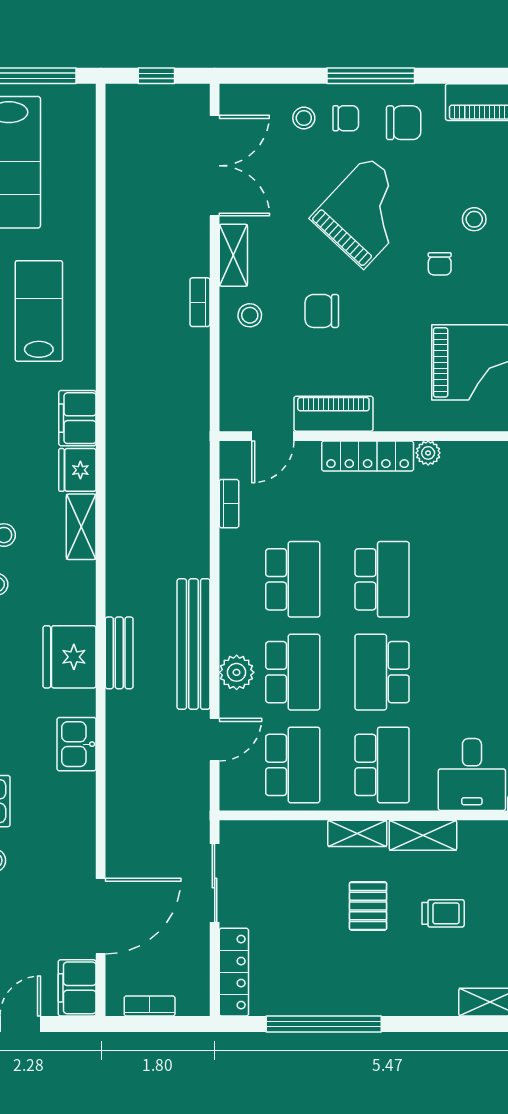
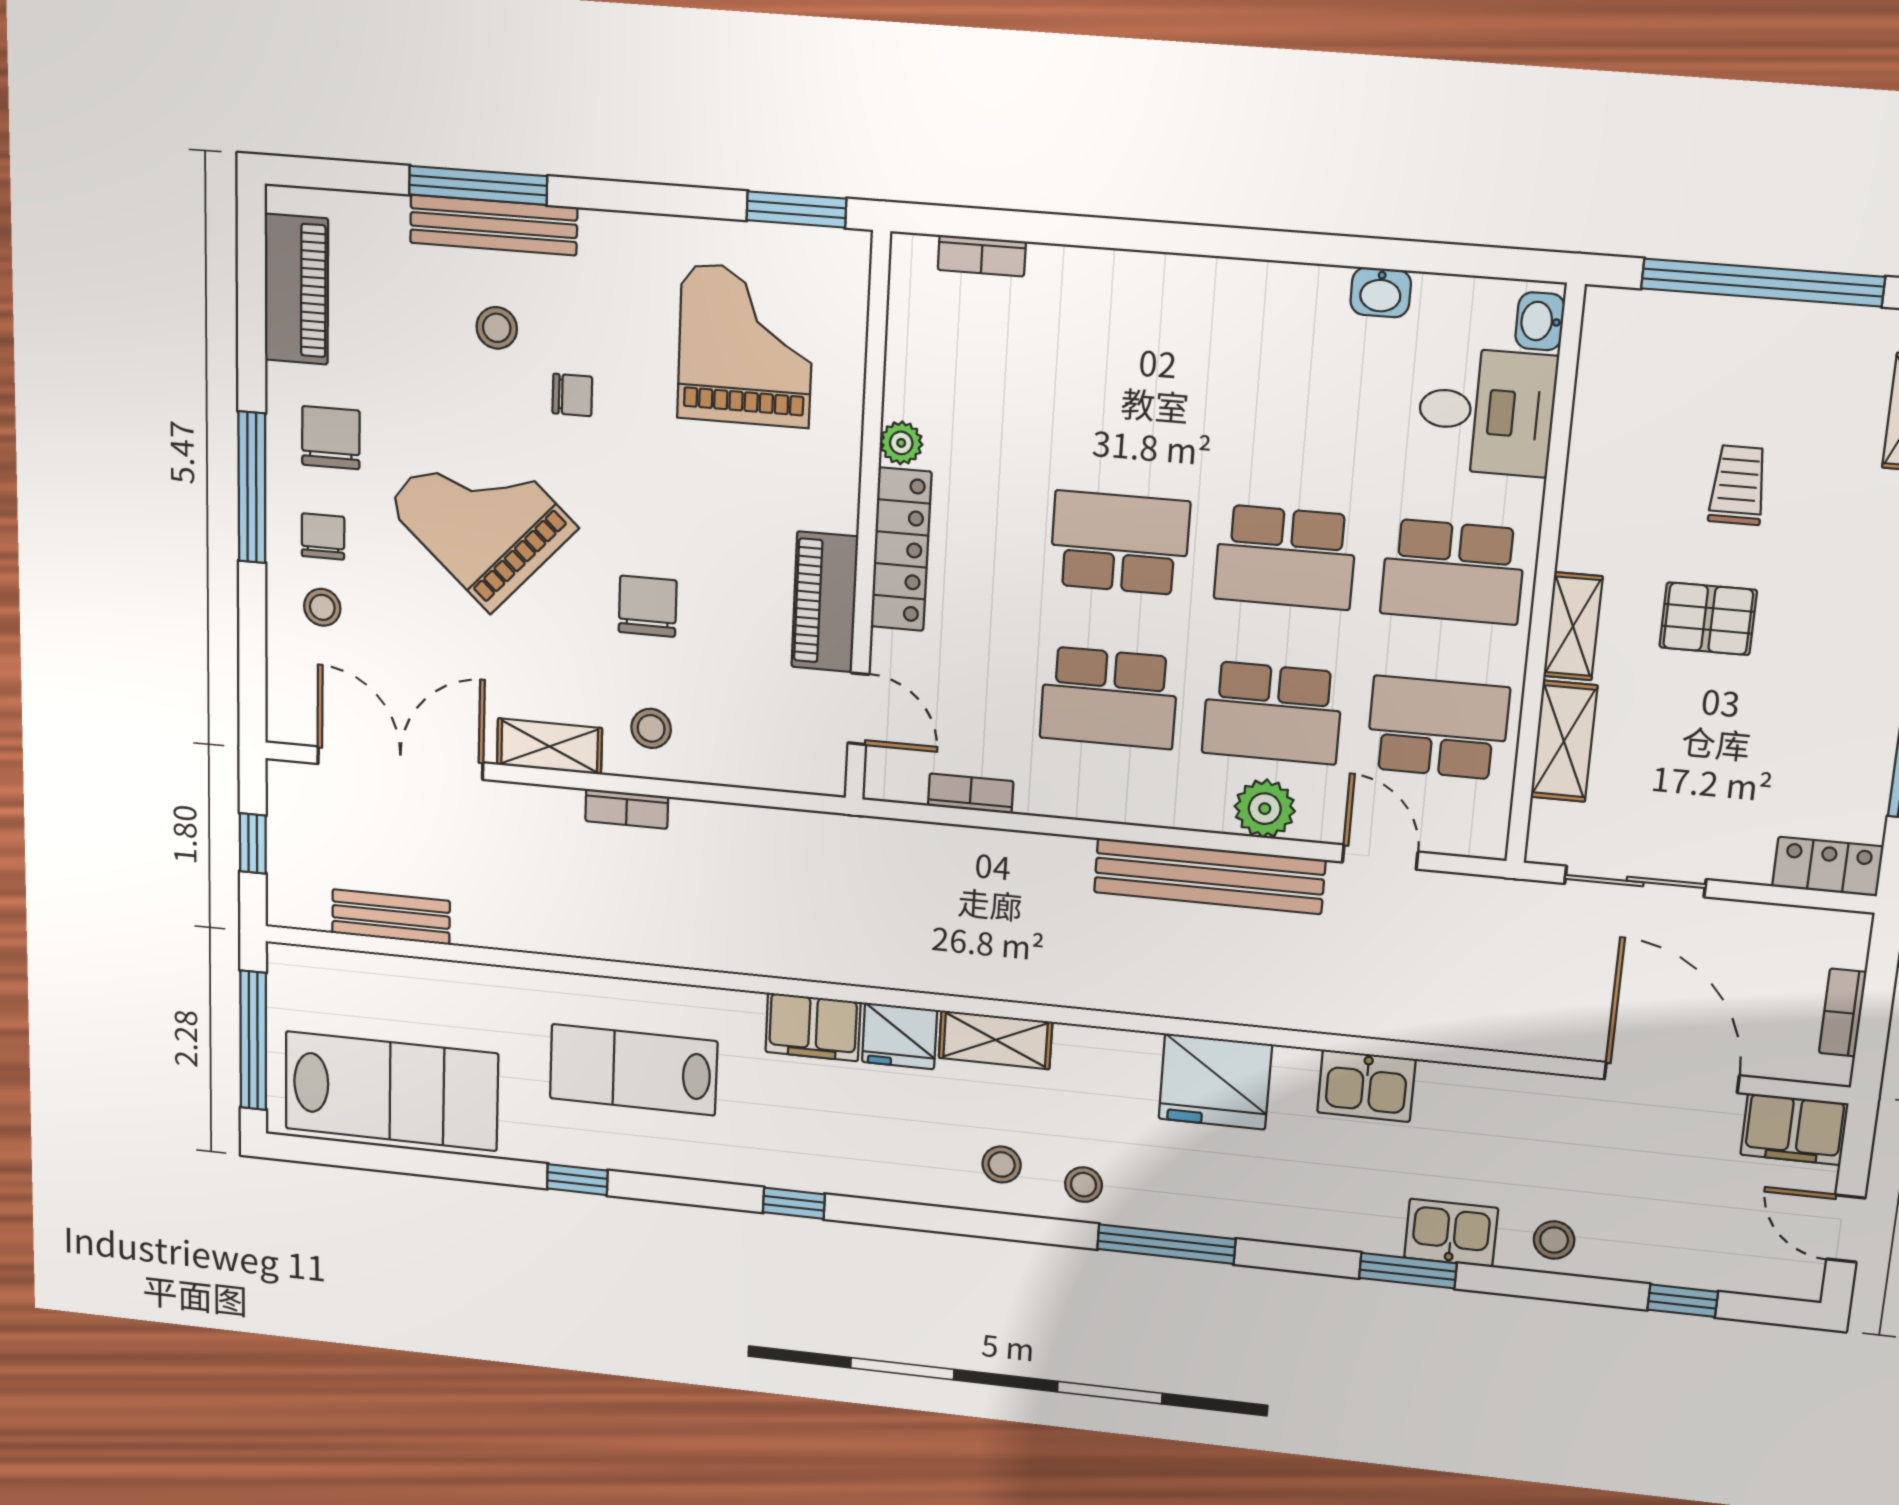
chair: (322, 311) -> (648, 606), turned 180
school desk: (293, 579) -> (1109, 698), turned 180
bench: (119, 653) -> (391, 917), moved
school desk: (293, 672) -> (1272, 713), turned 180
school desk: (382, 765) -> (1453, 572), turned 180
shelving: (423, 835) -> (1564, 741), moved
locker: (234, 972) -> (1828, 867), width x0.66

